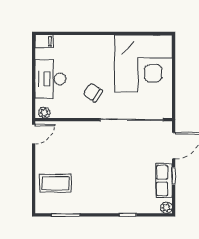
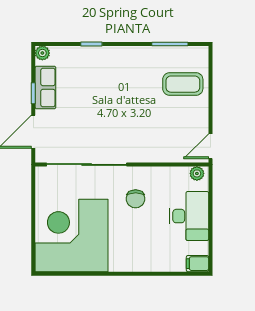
chair: (93, 93) -> (136, 199), turned 56

